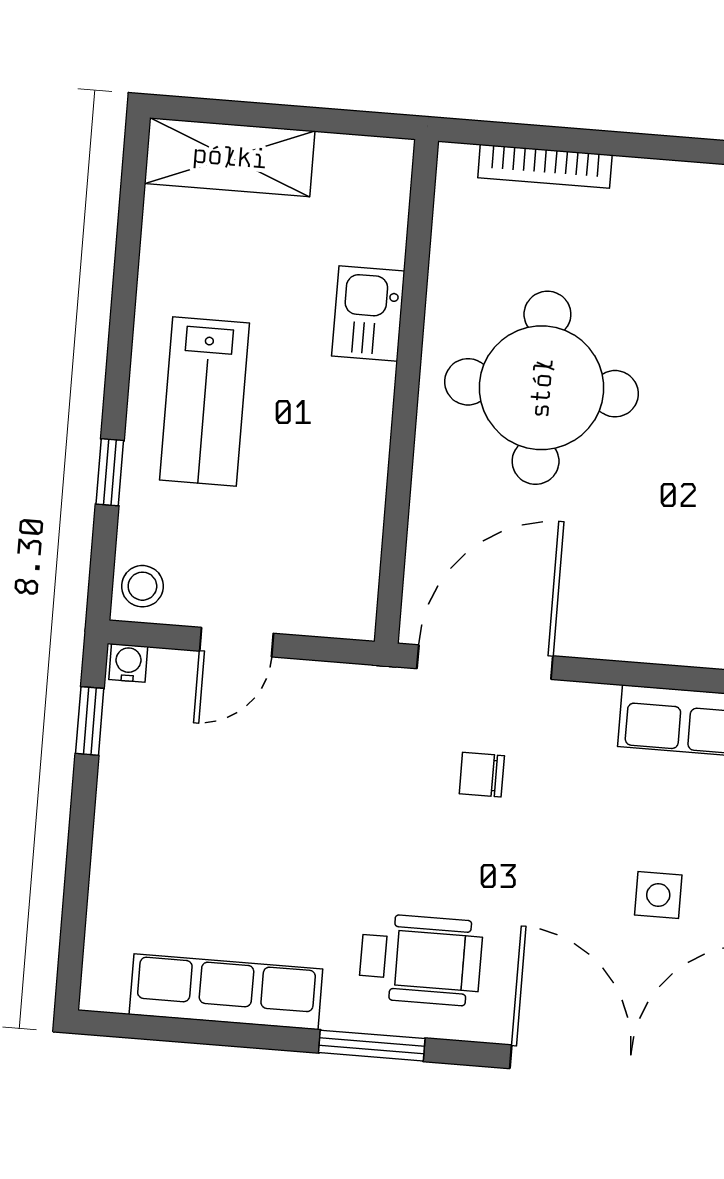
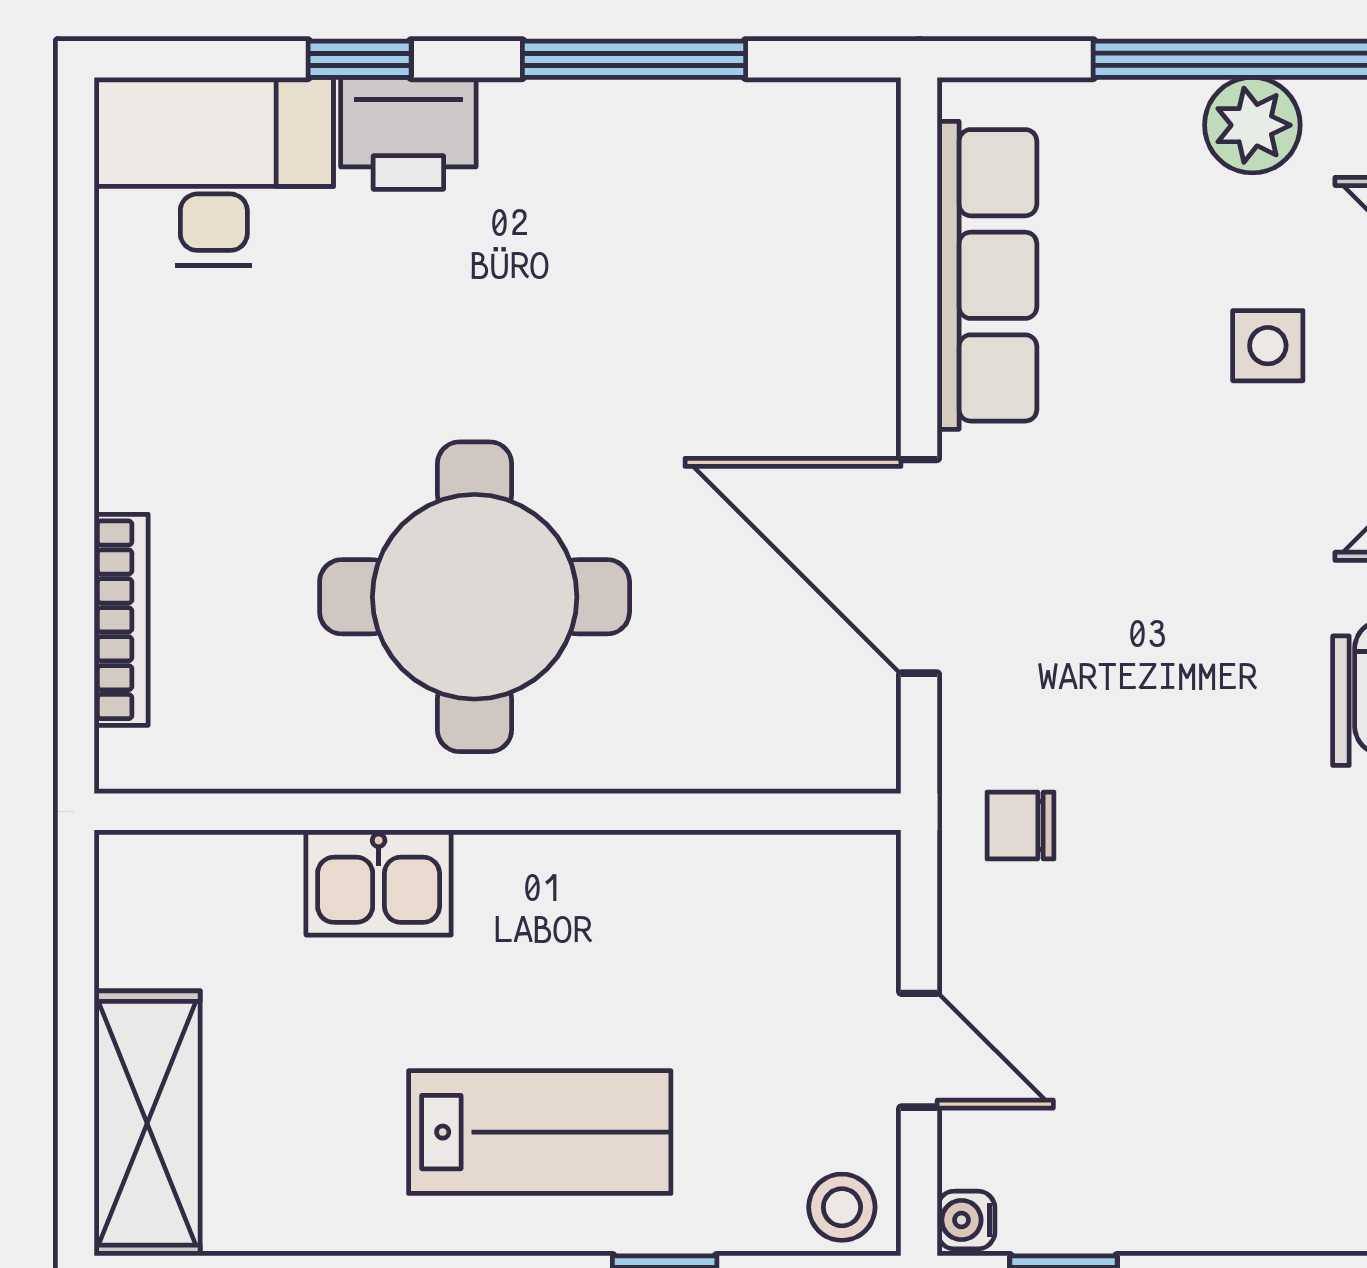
door: (485, 662) -> (919, 566), moved
chair: (482, 775) -> (1020, 826), moved, turned 90

